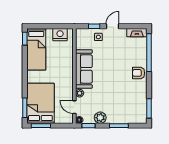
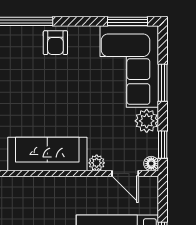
door: (74, 107) -> (125, 173), hinge flipped
corner sofa: (127, 109) -> (129, 66), added

